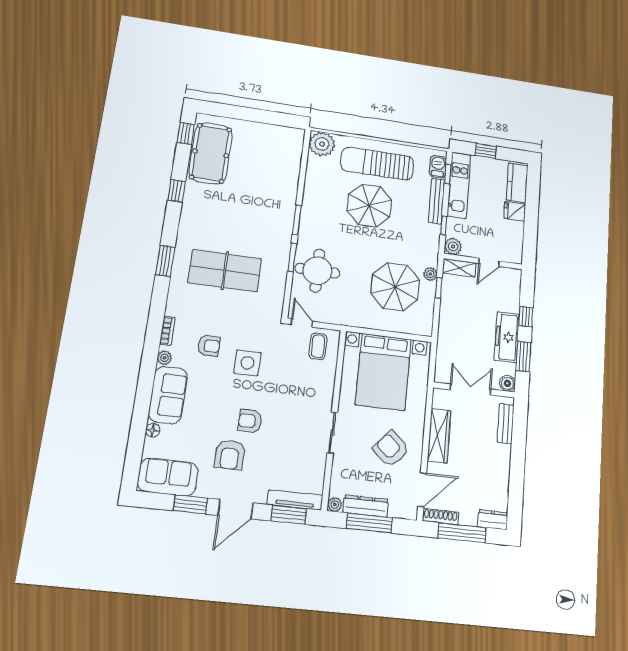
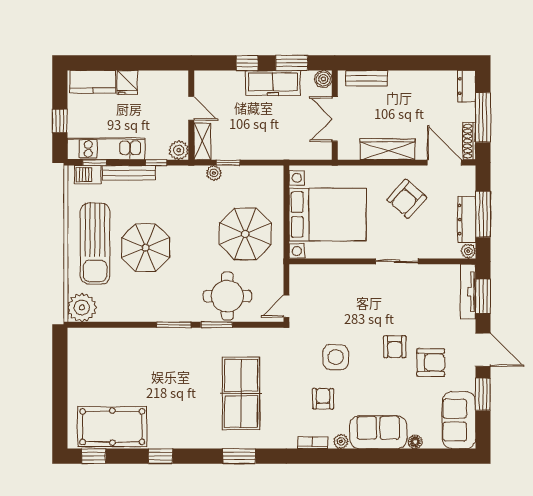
parasol: (395, 287) -> (245, 234), moved
coffee table: (318, 346) -> (309, 286), removed

